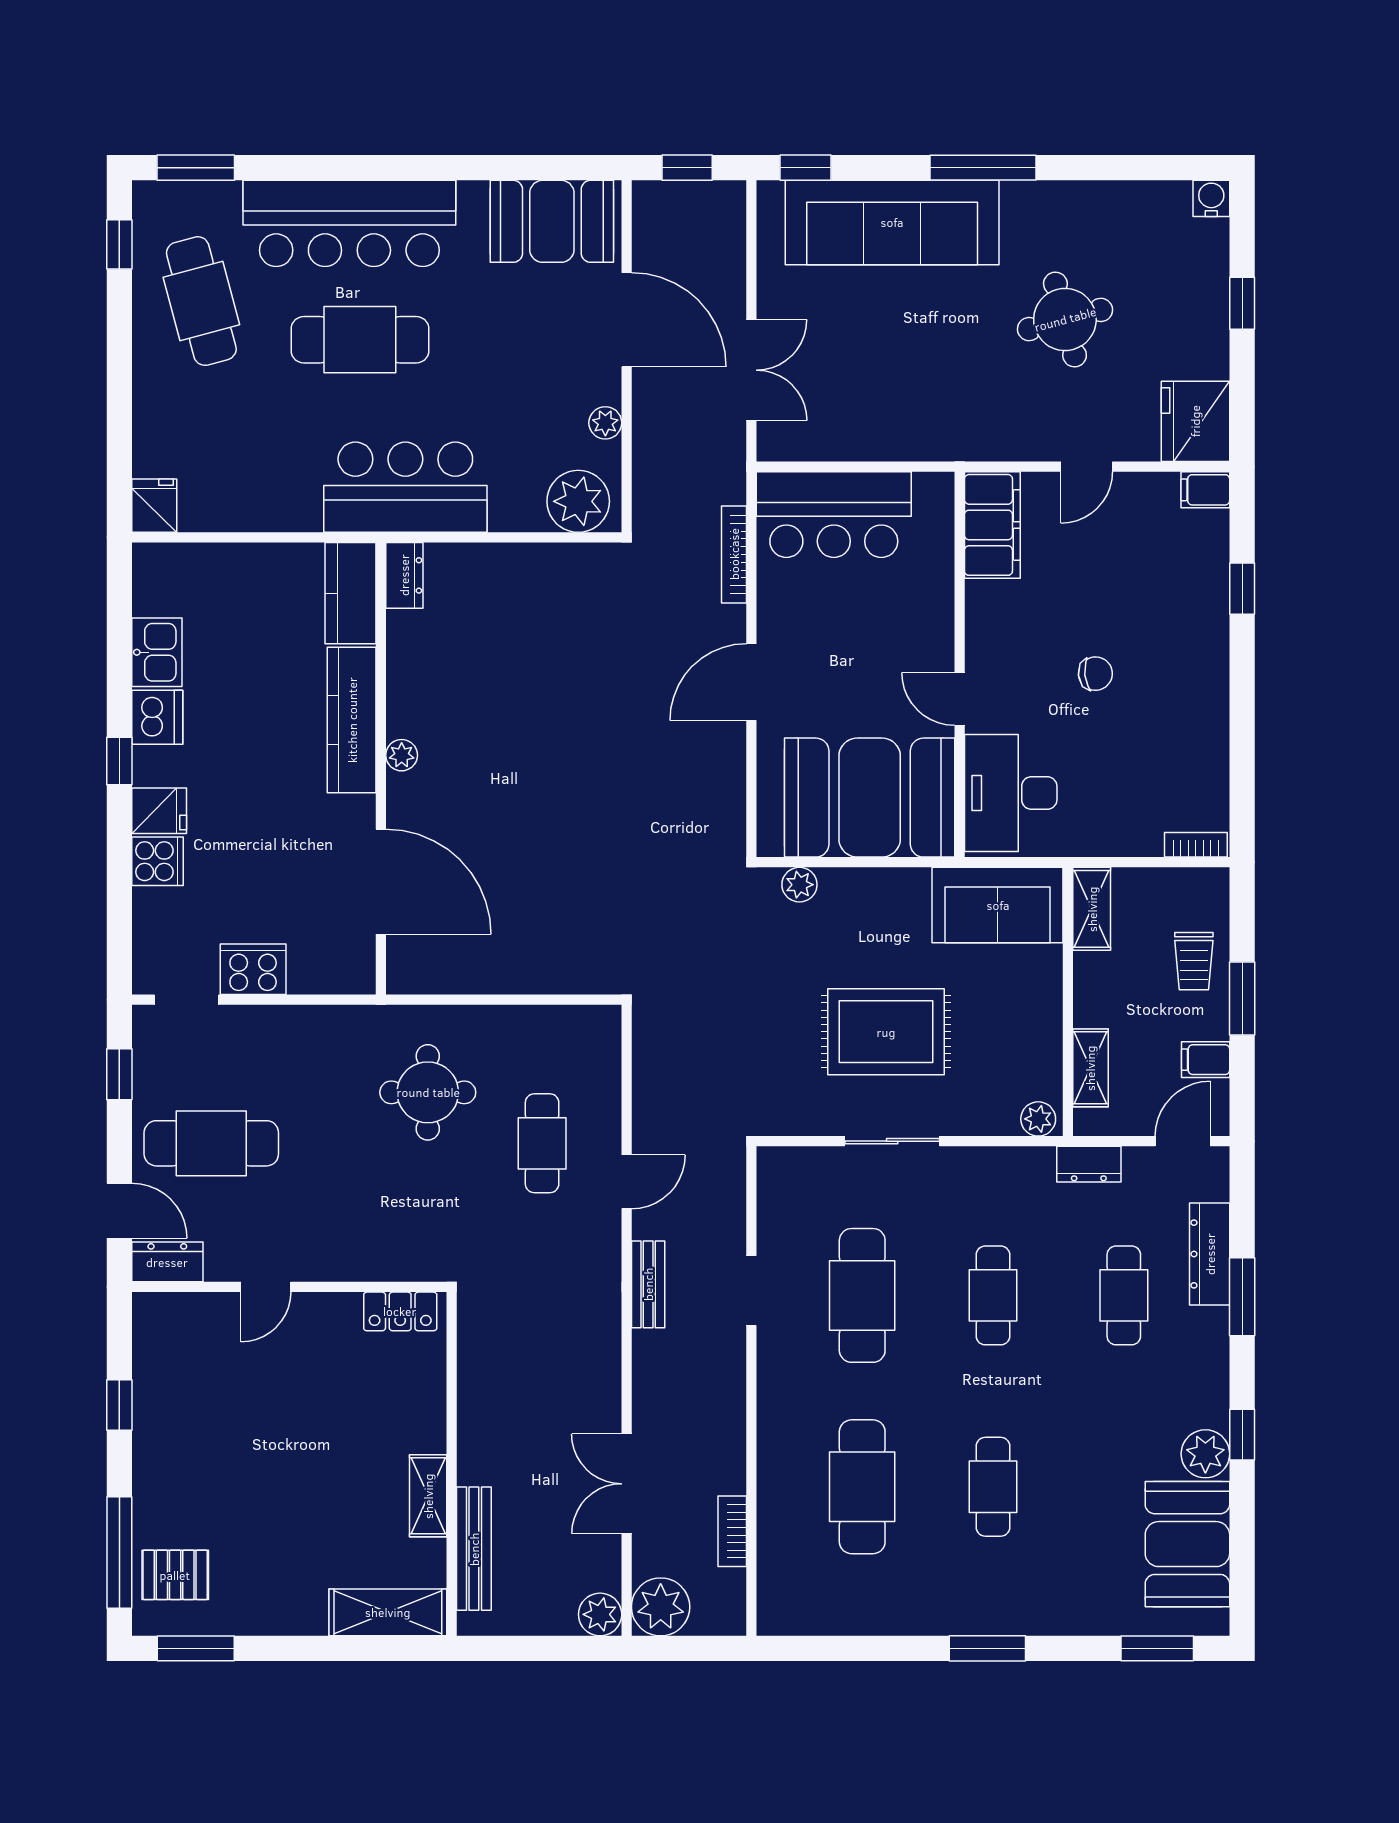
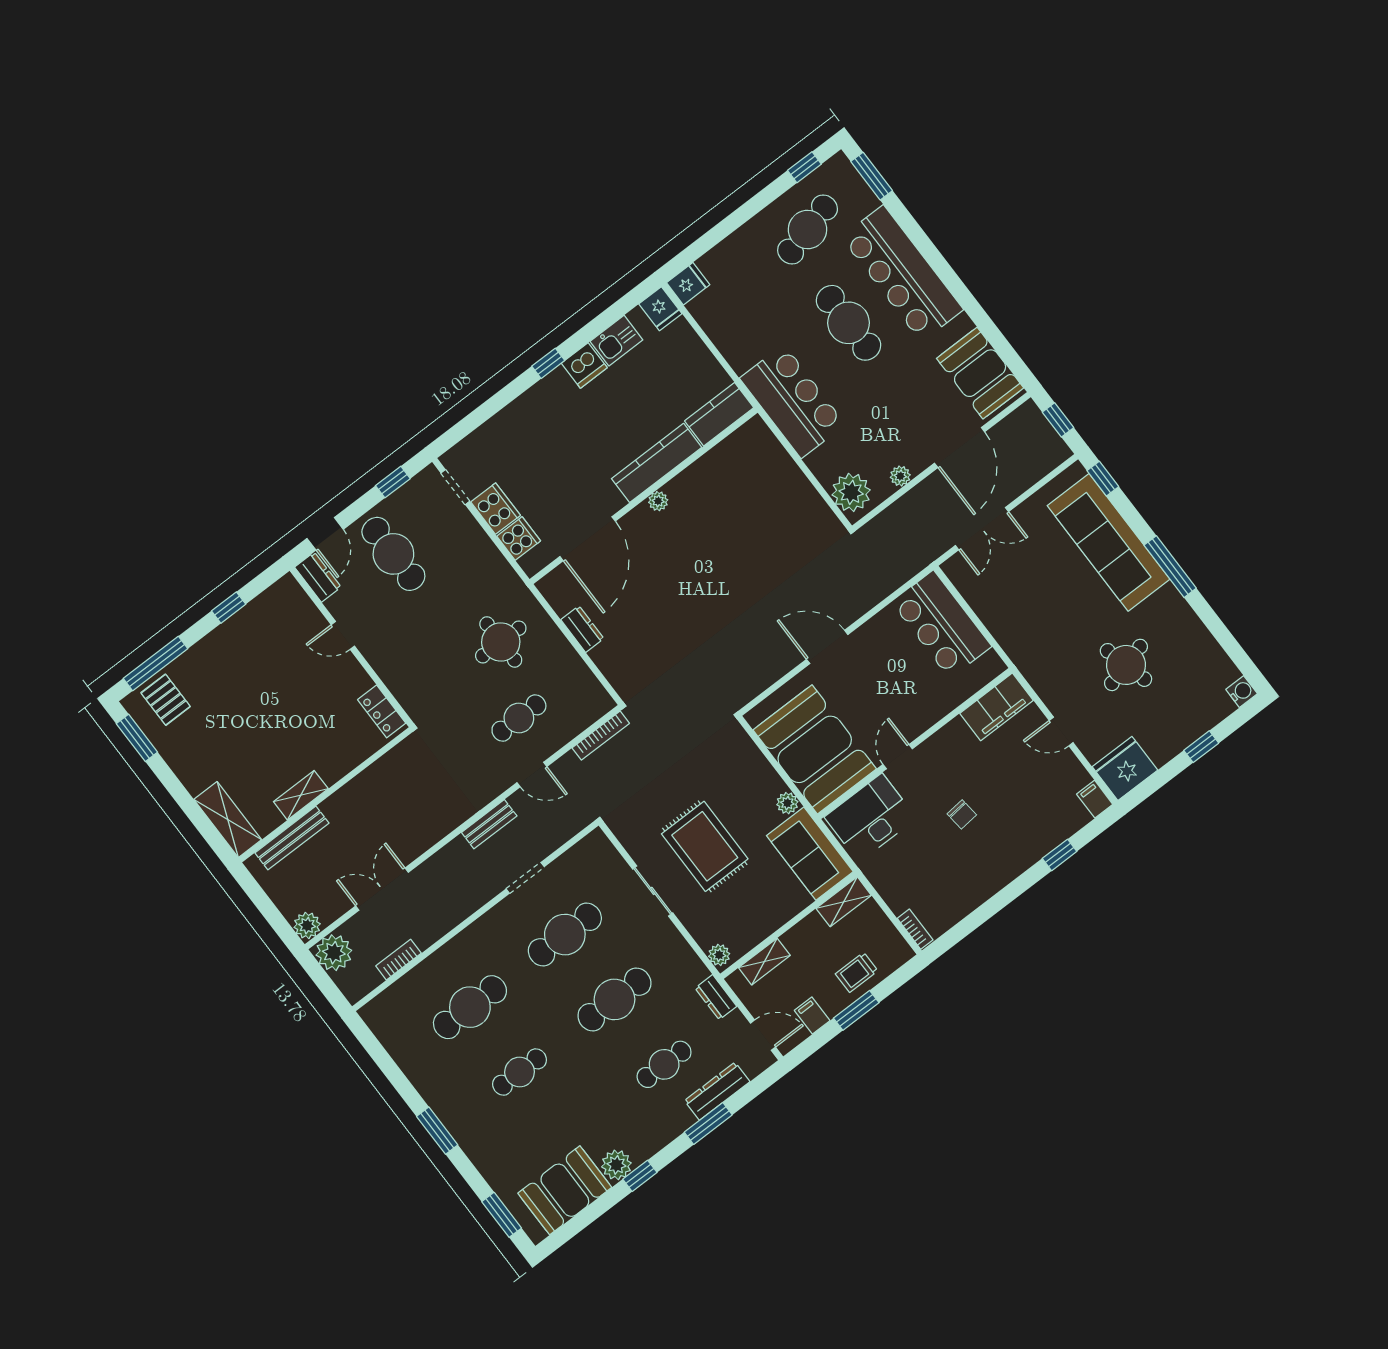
bookcase: (734, 554) -> (601, 736), moved, turned 180
dresser: (404, 575) -> (582, 629), moved, turned -90
fridge: (159, 811) -> (660, 309), moved
cooker: (158, 861) -> (519, 538), moved, turned -90
plant: (799, 885) -> (787, 803), moved
cafe table: (993, 1295) -> (614, 999), width x1.37, depth x1.35

